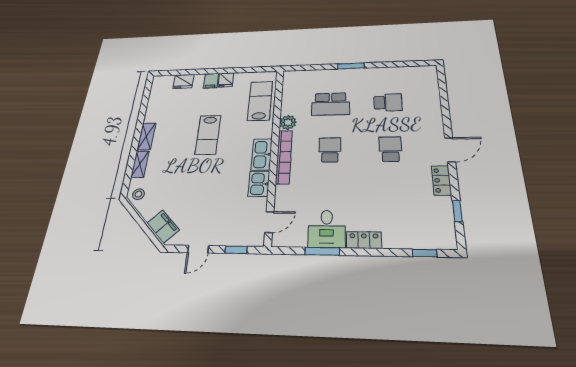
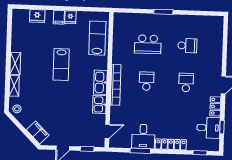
plant: (288, 122) -> (118, 58), removed
desk: (434, 213) -> (208, 128), added
locker: (364, 240) -> (171, 144), width x1.53

